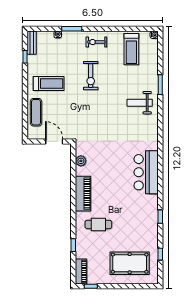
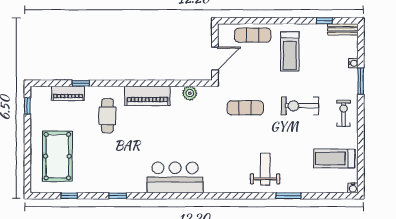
exercise mat: (92, 118) -> (245, 108), added
piano: (81, 272) -> (68, 93), moved

